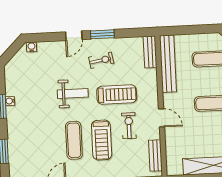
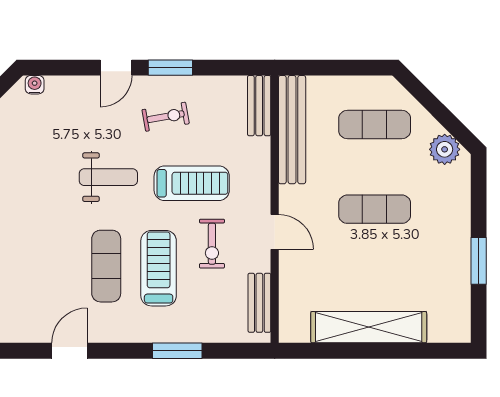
exercise bike: (129, 126) -> (212, 244), turned 180
treadmill: (102, 140) -> (159, 268), turned 180

